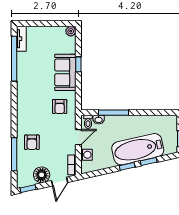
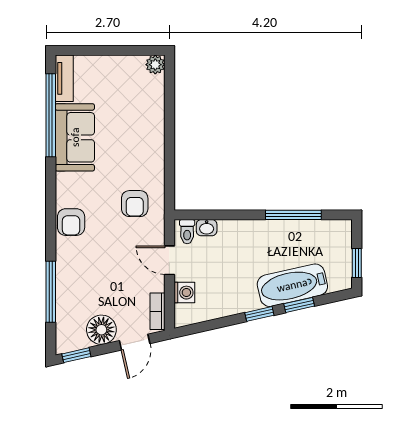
window: (78, 64) -> (169, 126), removed
sofa: (65, 72) -> (75, 137), moved, turned 180
window: (114, 113) -> (293, 215), moved
door: (78, 137) -> (169, 260), swing flipped
armchair: (32, 142) -> (71, 222), moved
bathtub: (138, 149) -> (292, 285), width x0.73, depth x0.73

